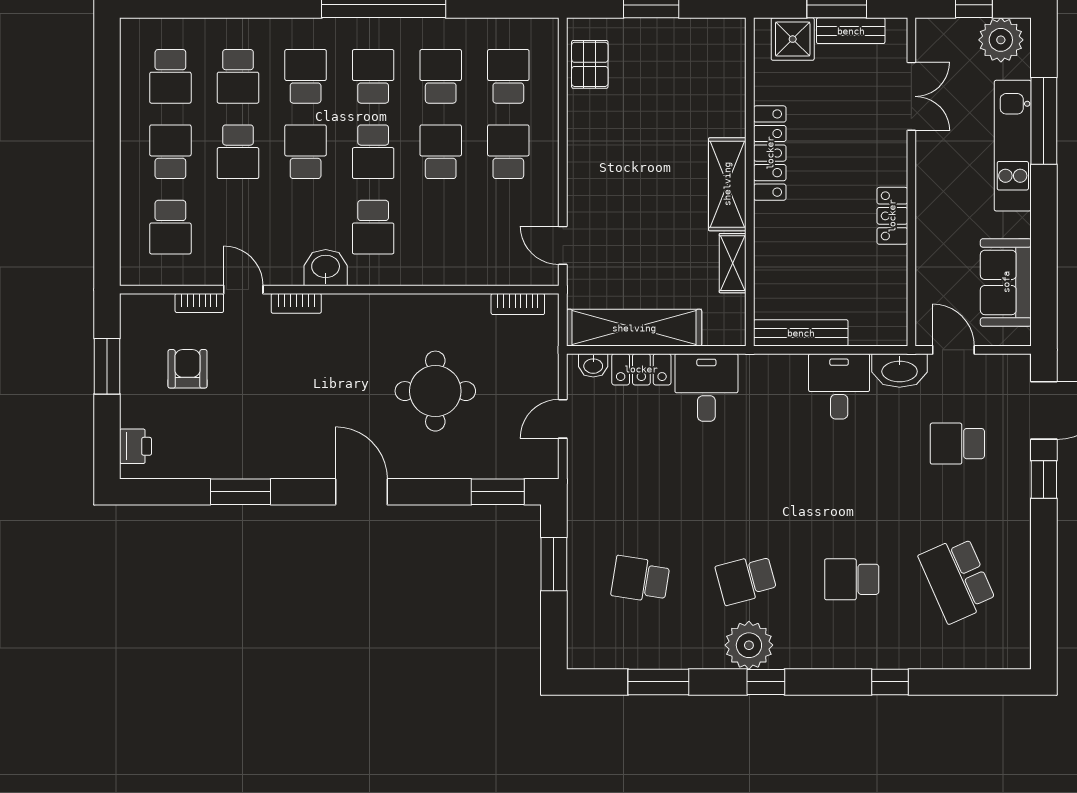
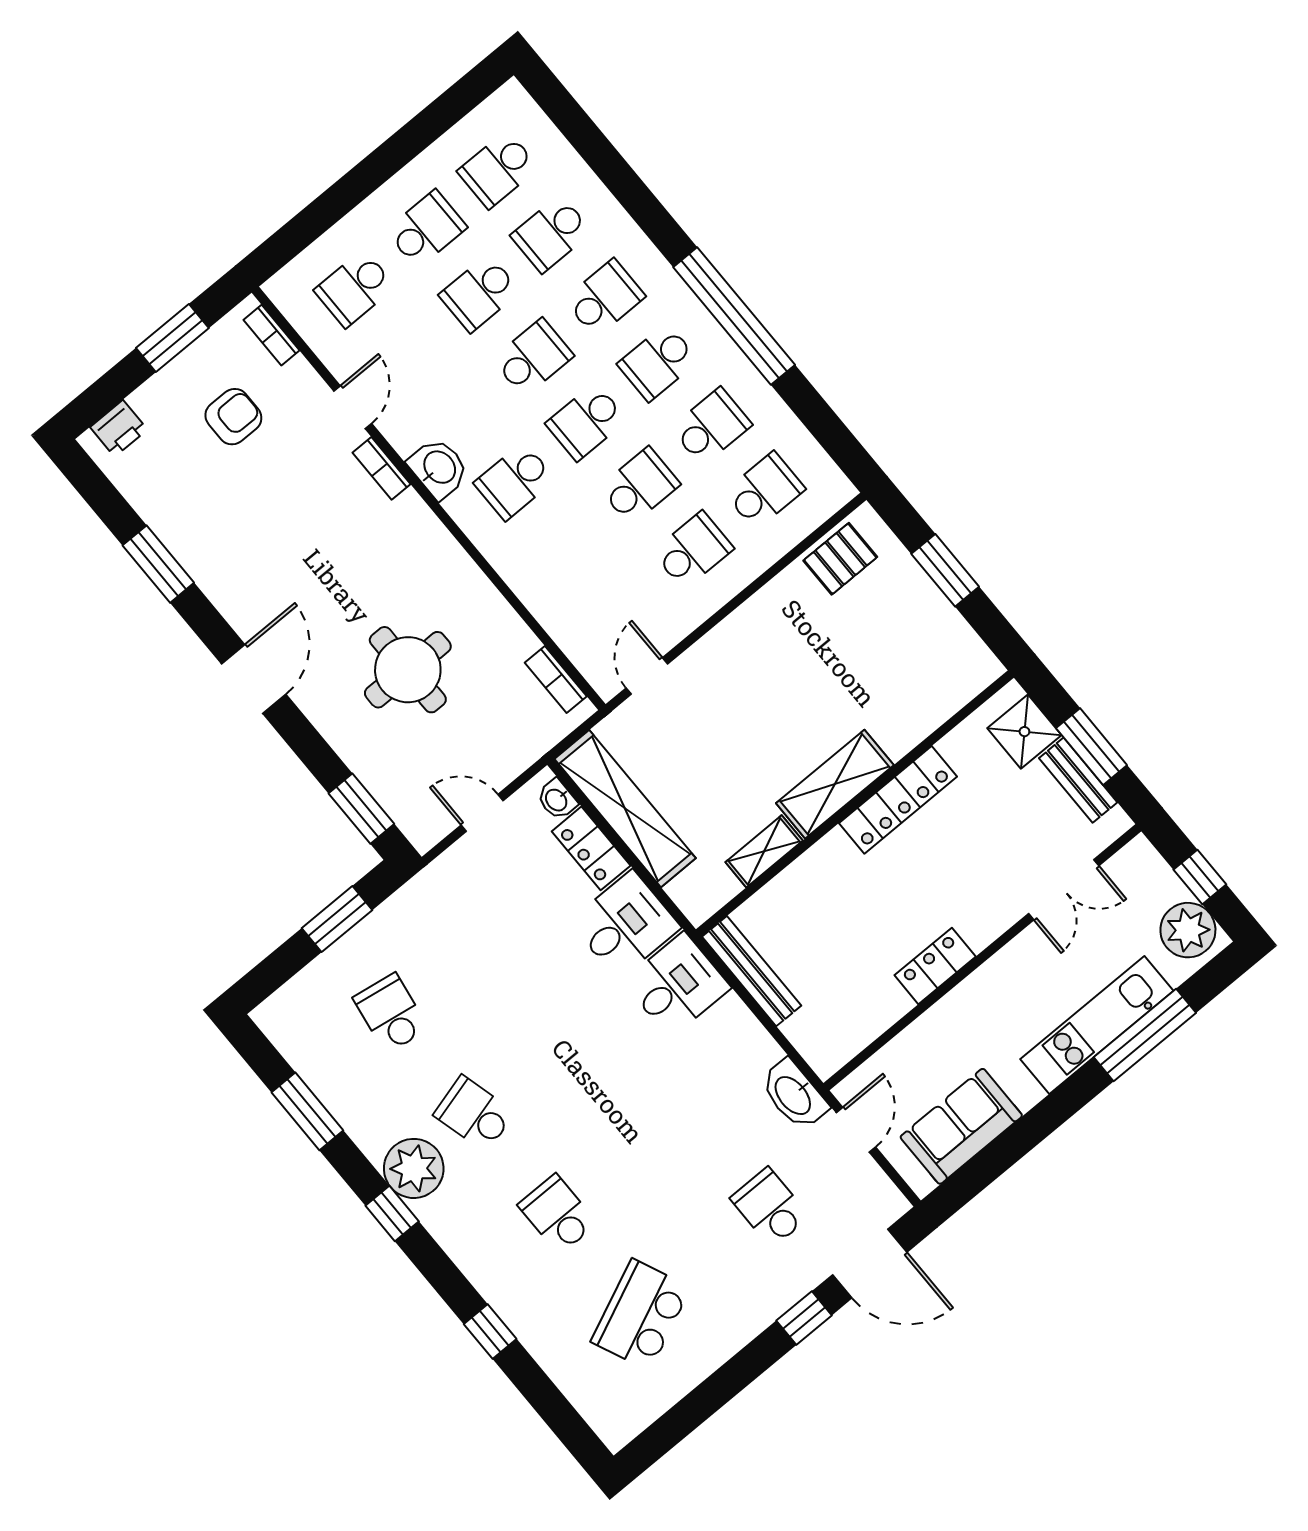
school desk: (373, 76) -> (658, 362), turned 180
bookcase: (199, 303) -> (271, 335), moved
desk: (839, 386) -> (677, 985), moved

